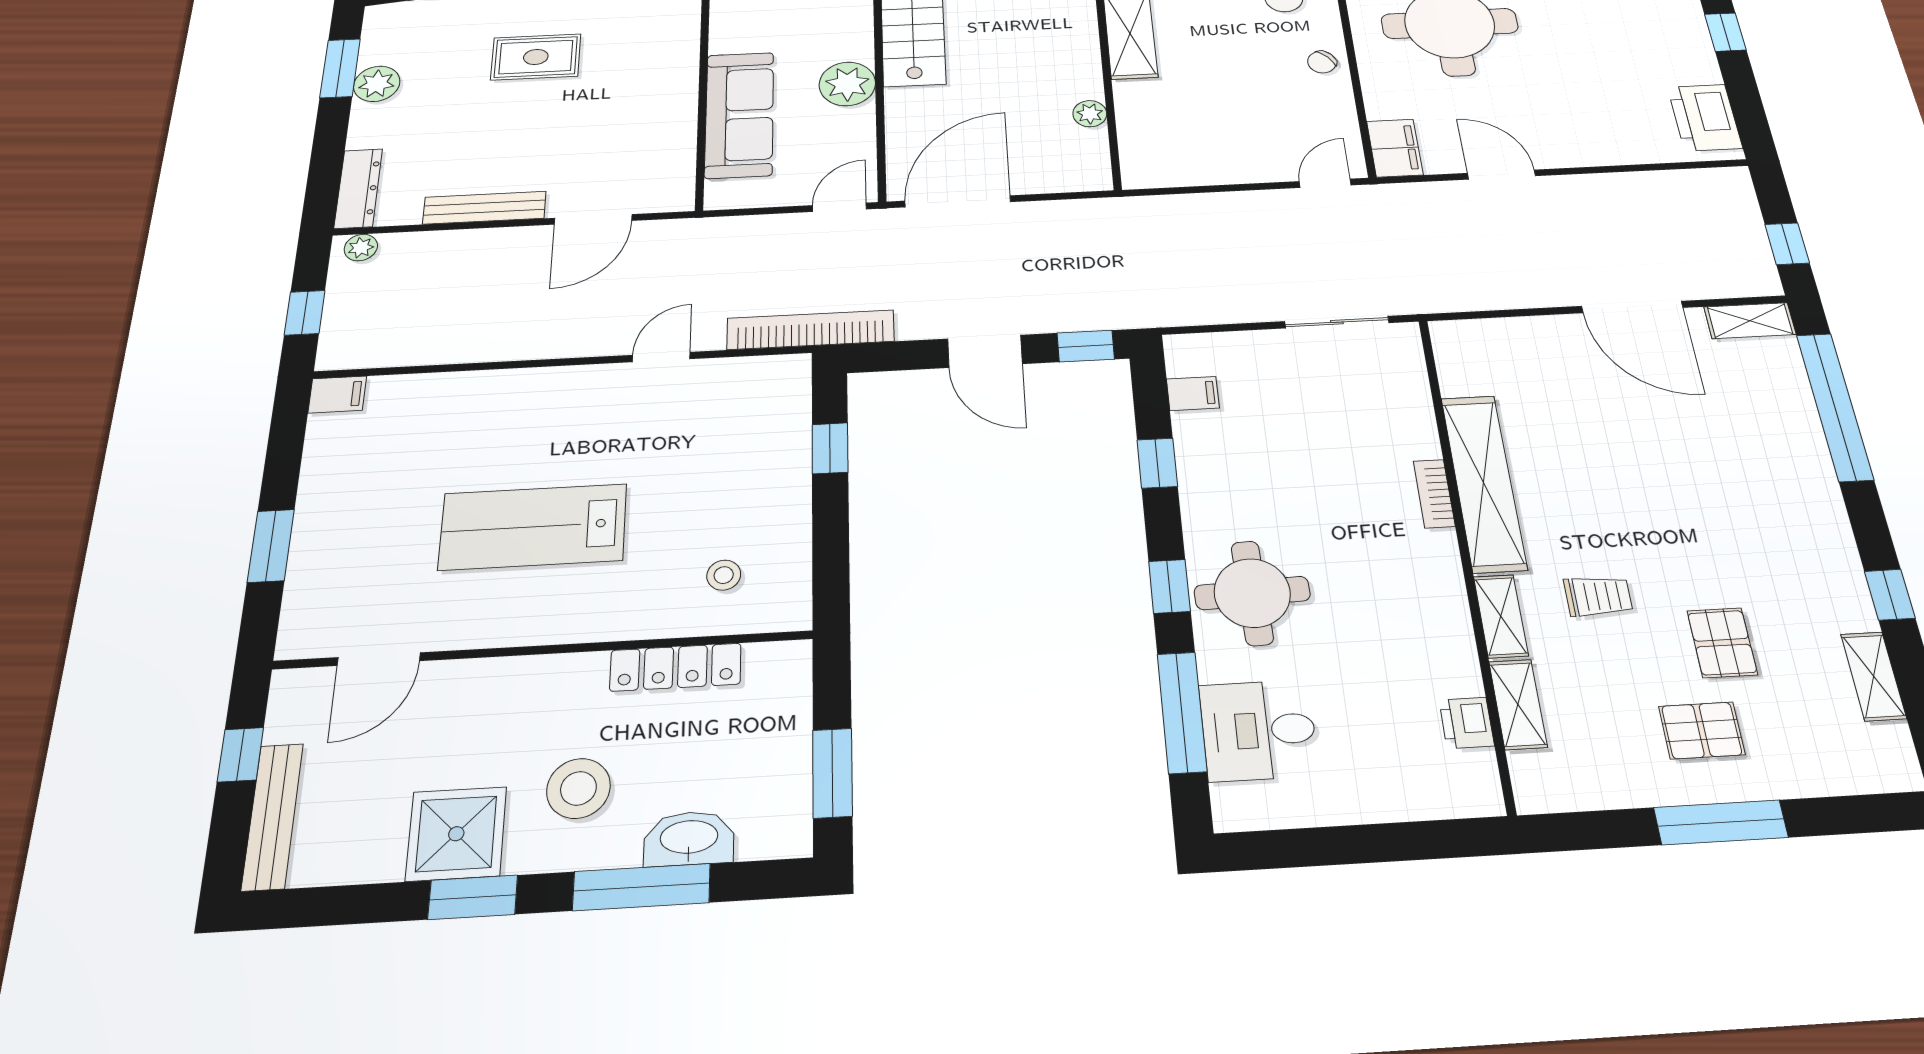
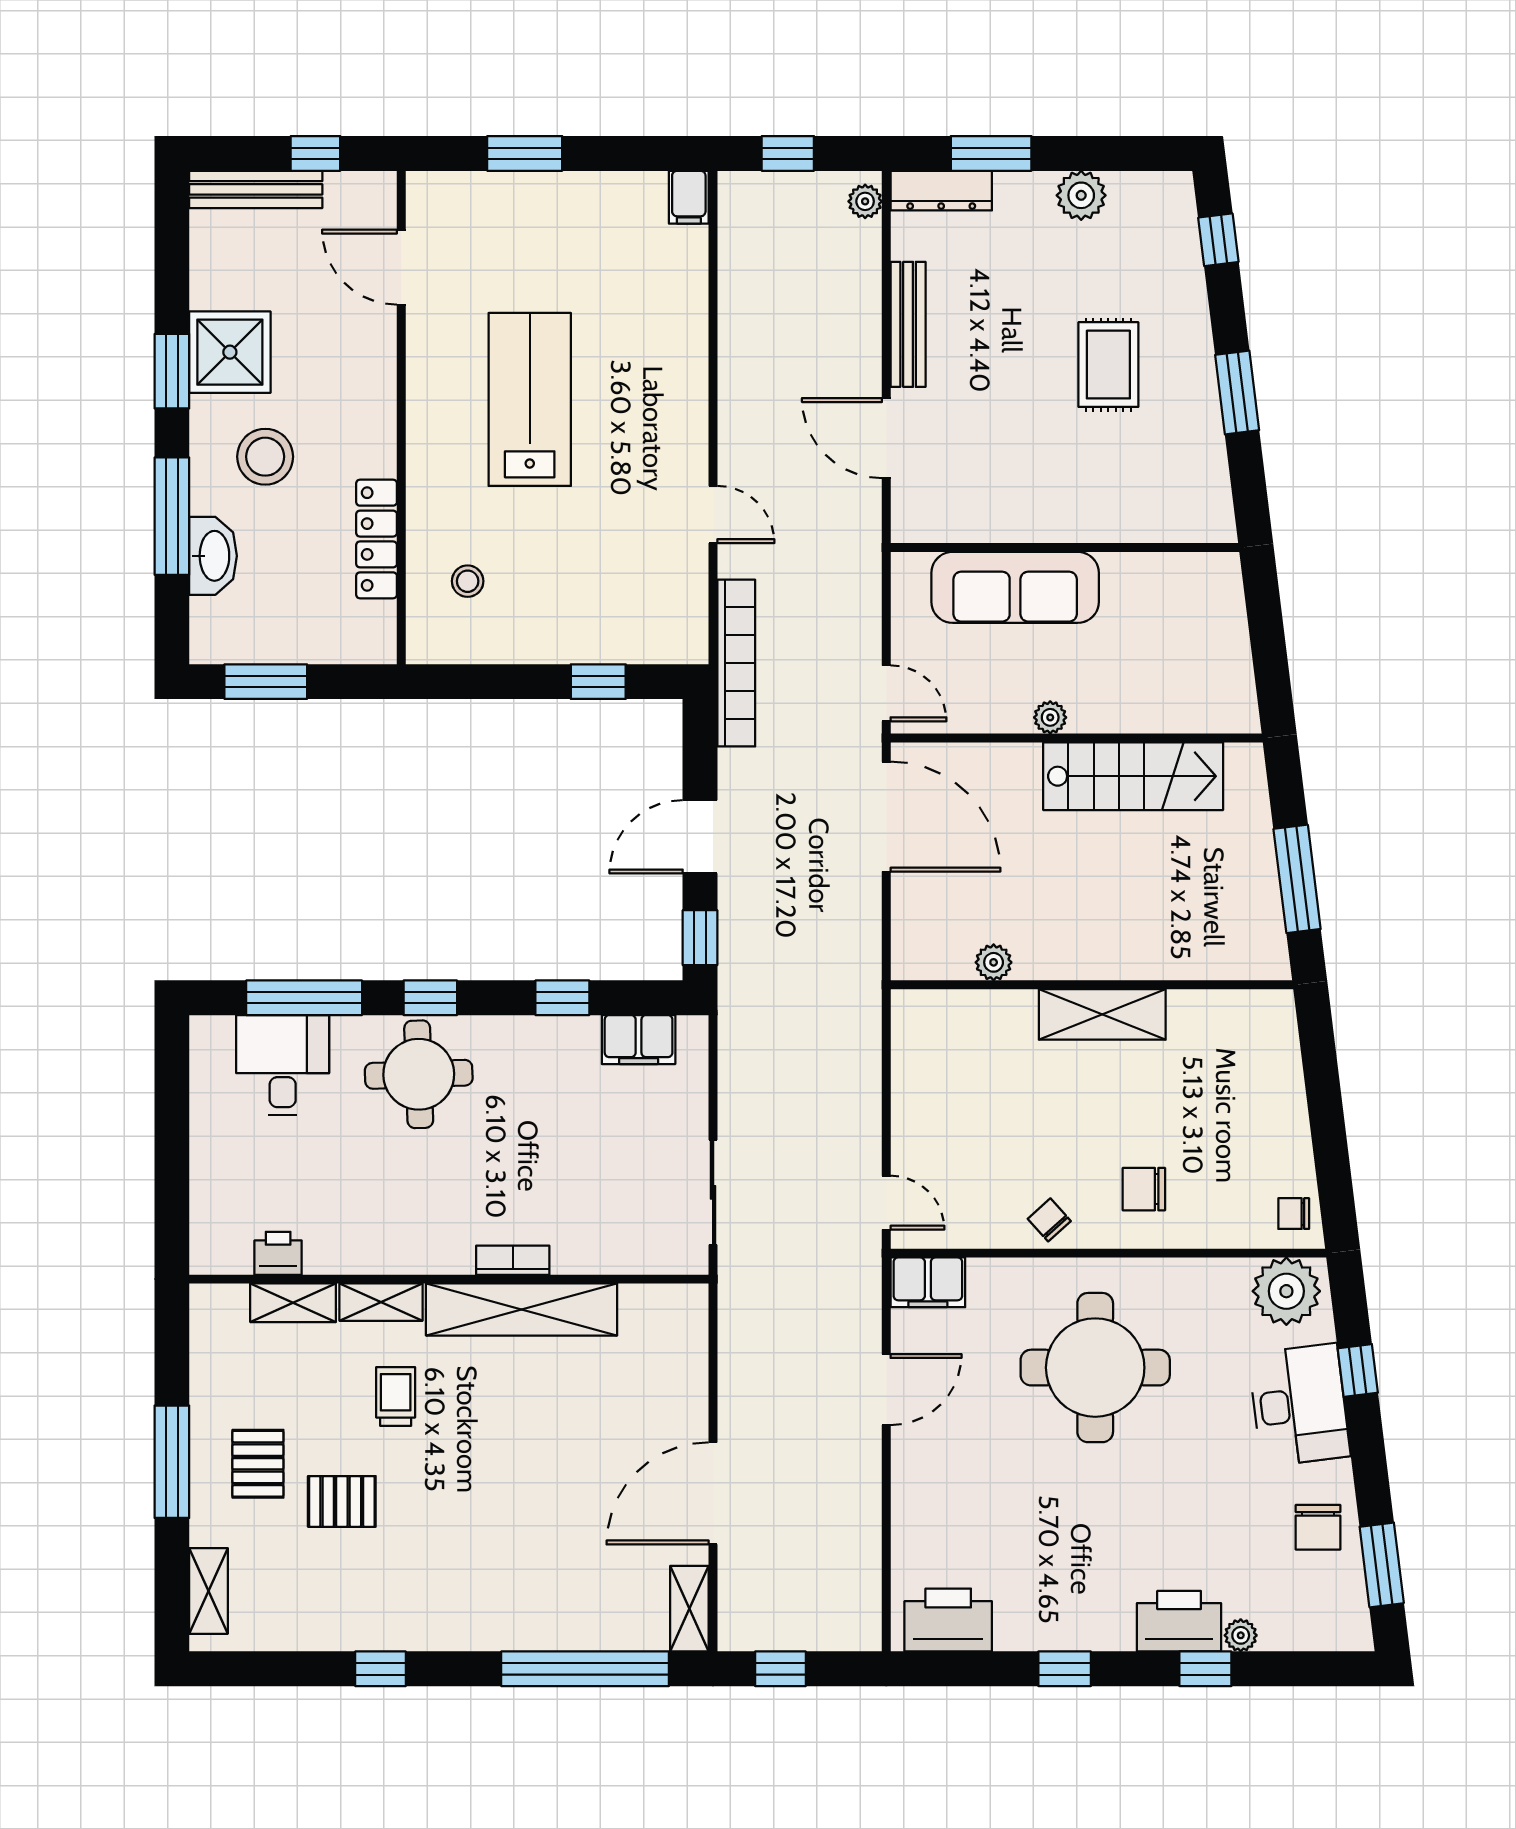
window: (340, 68) -> (991, 153), moved
plant: (847, 84) -> (1050, 717), width x0.53, depth x0.53
filing cabinet: (1193, 393) -> (639, 1040), width x2.00
trolley: (1598, 596) -> (396, 1396), turned 180
shelving: (1873, 676) -> (208, 1591), moved, turned 90

